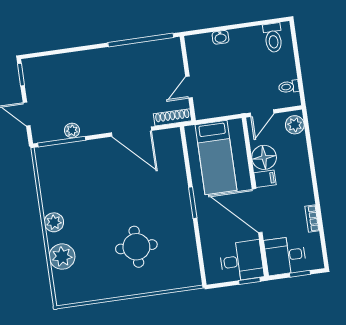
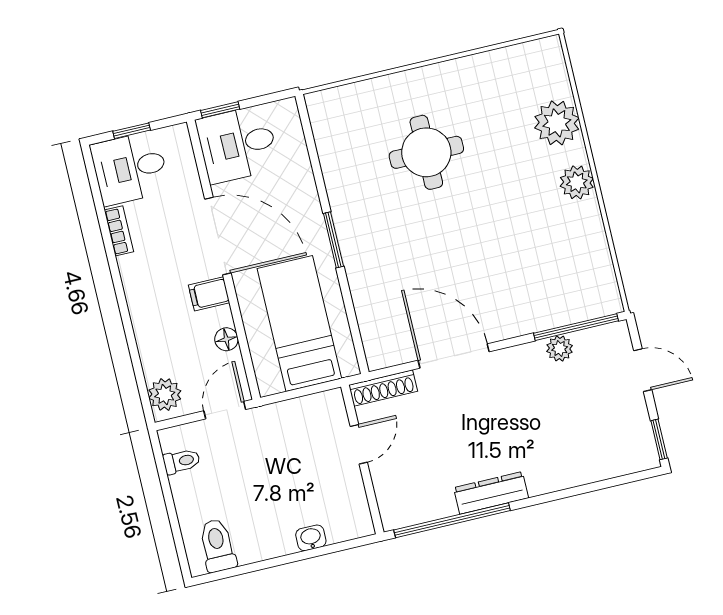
dresser: (118, 53) -> (491, 493), added
floor lamp: (264, 157) -> (226, 339), width x0.53, depth x0.53
desk: (285, 256) -> (130, 168), moved, turned 180

